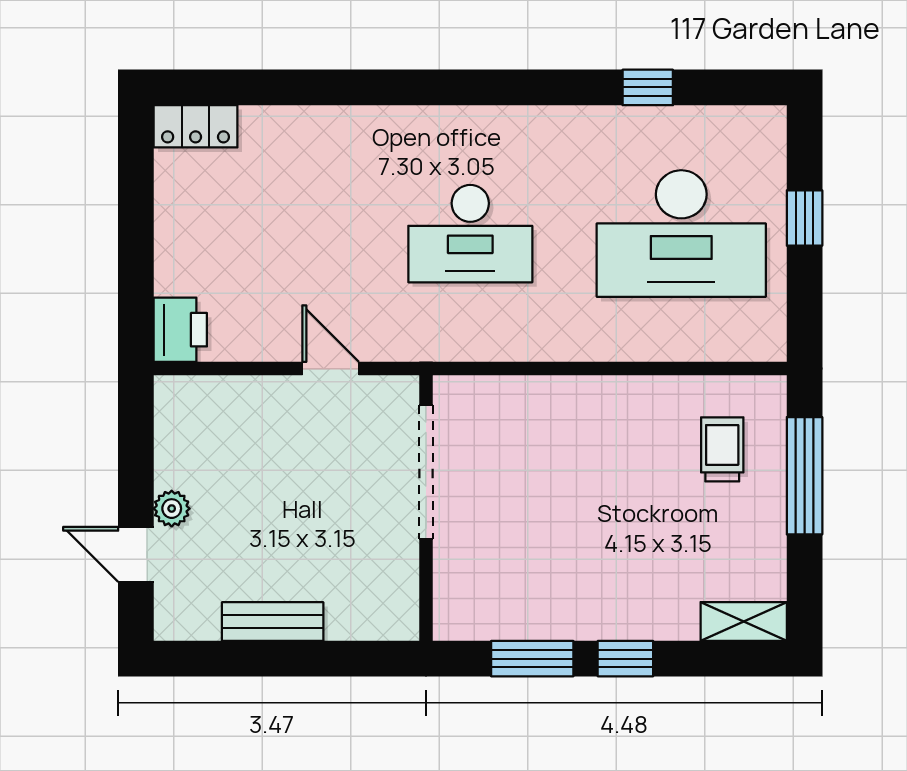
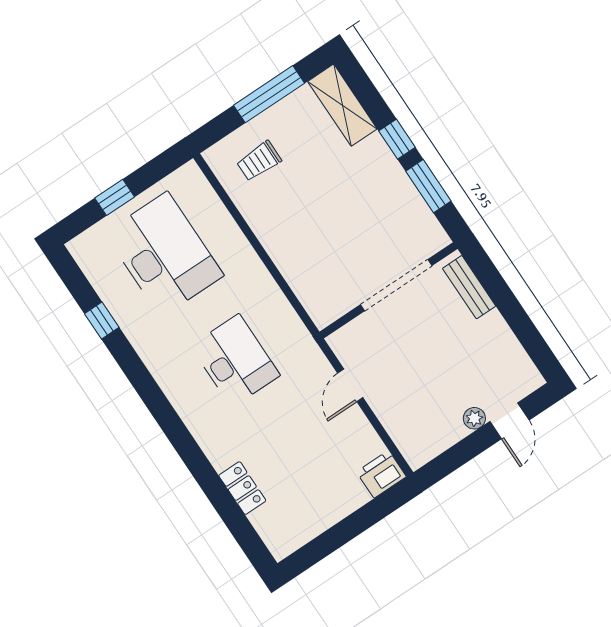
locker: (196, 126) -> (242, 488), moved
doorway: (426, 472) -> (396, 285), moved
window: (805, 476) -> (269, 94), moved
shelving: (744, 621) -> (342, 105), width x1.50, depth x1.33
bench: (273, 622) -> (469, 287), moved

